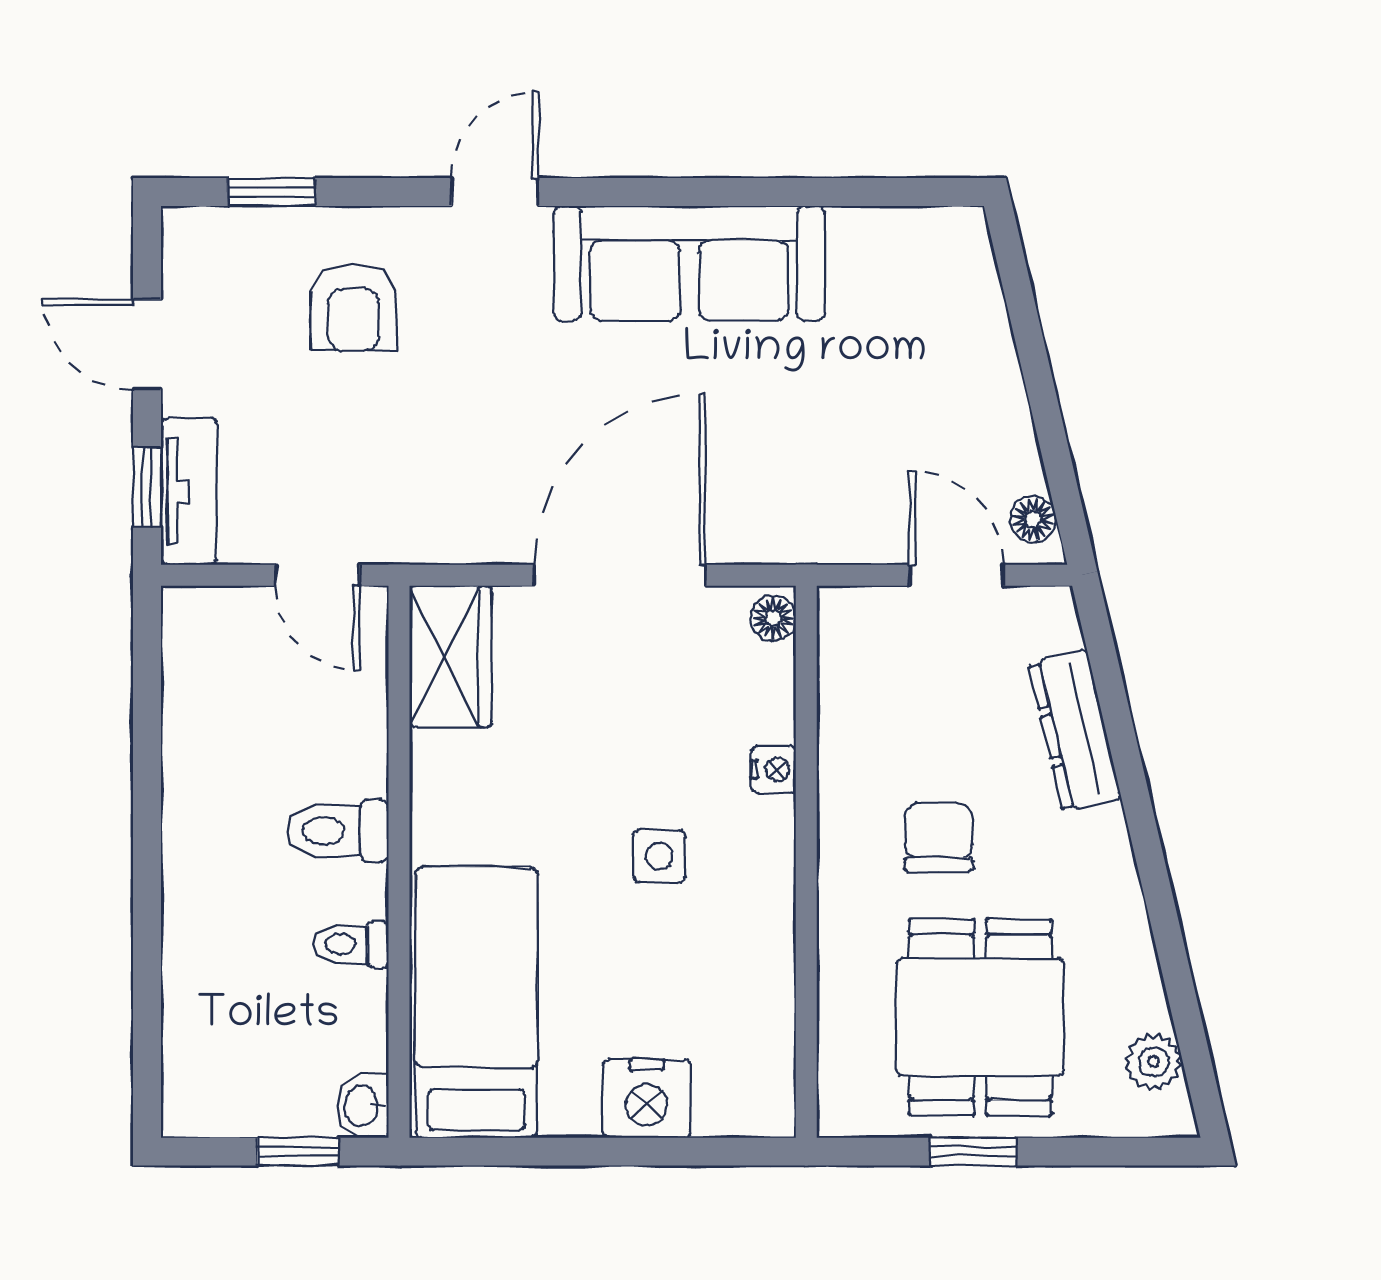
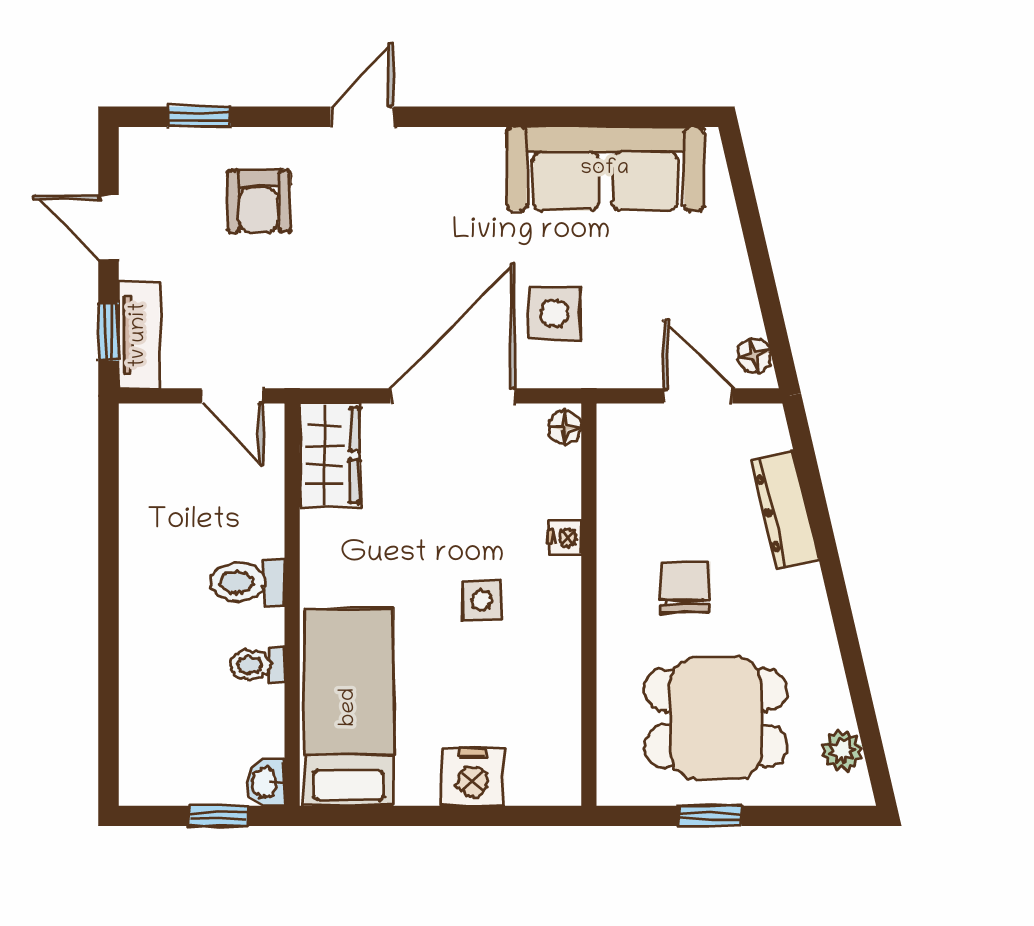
sofa: (689, 263) -> (605, 169), moved
side table: (759, 462) -> (554, 313), added
dining table: (980, 1017) -> (716, 718), turned 90

